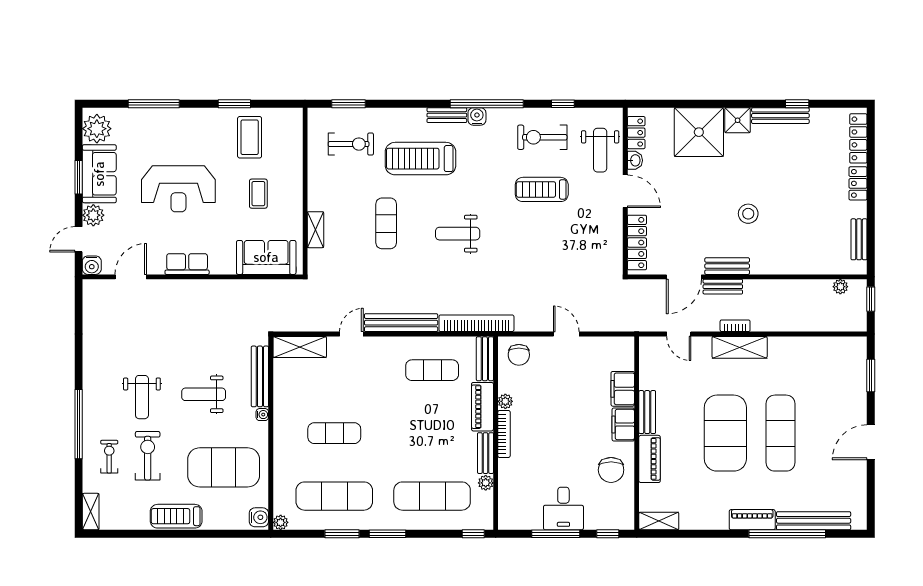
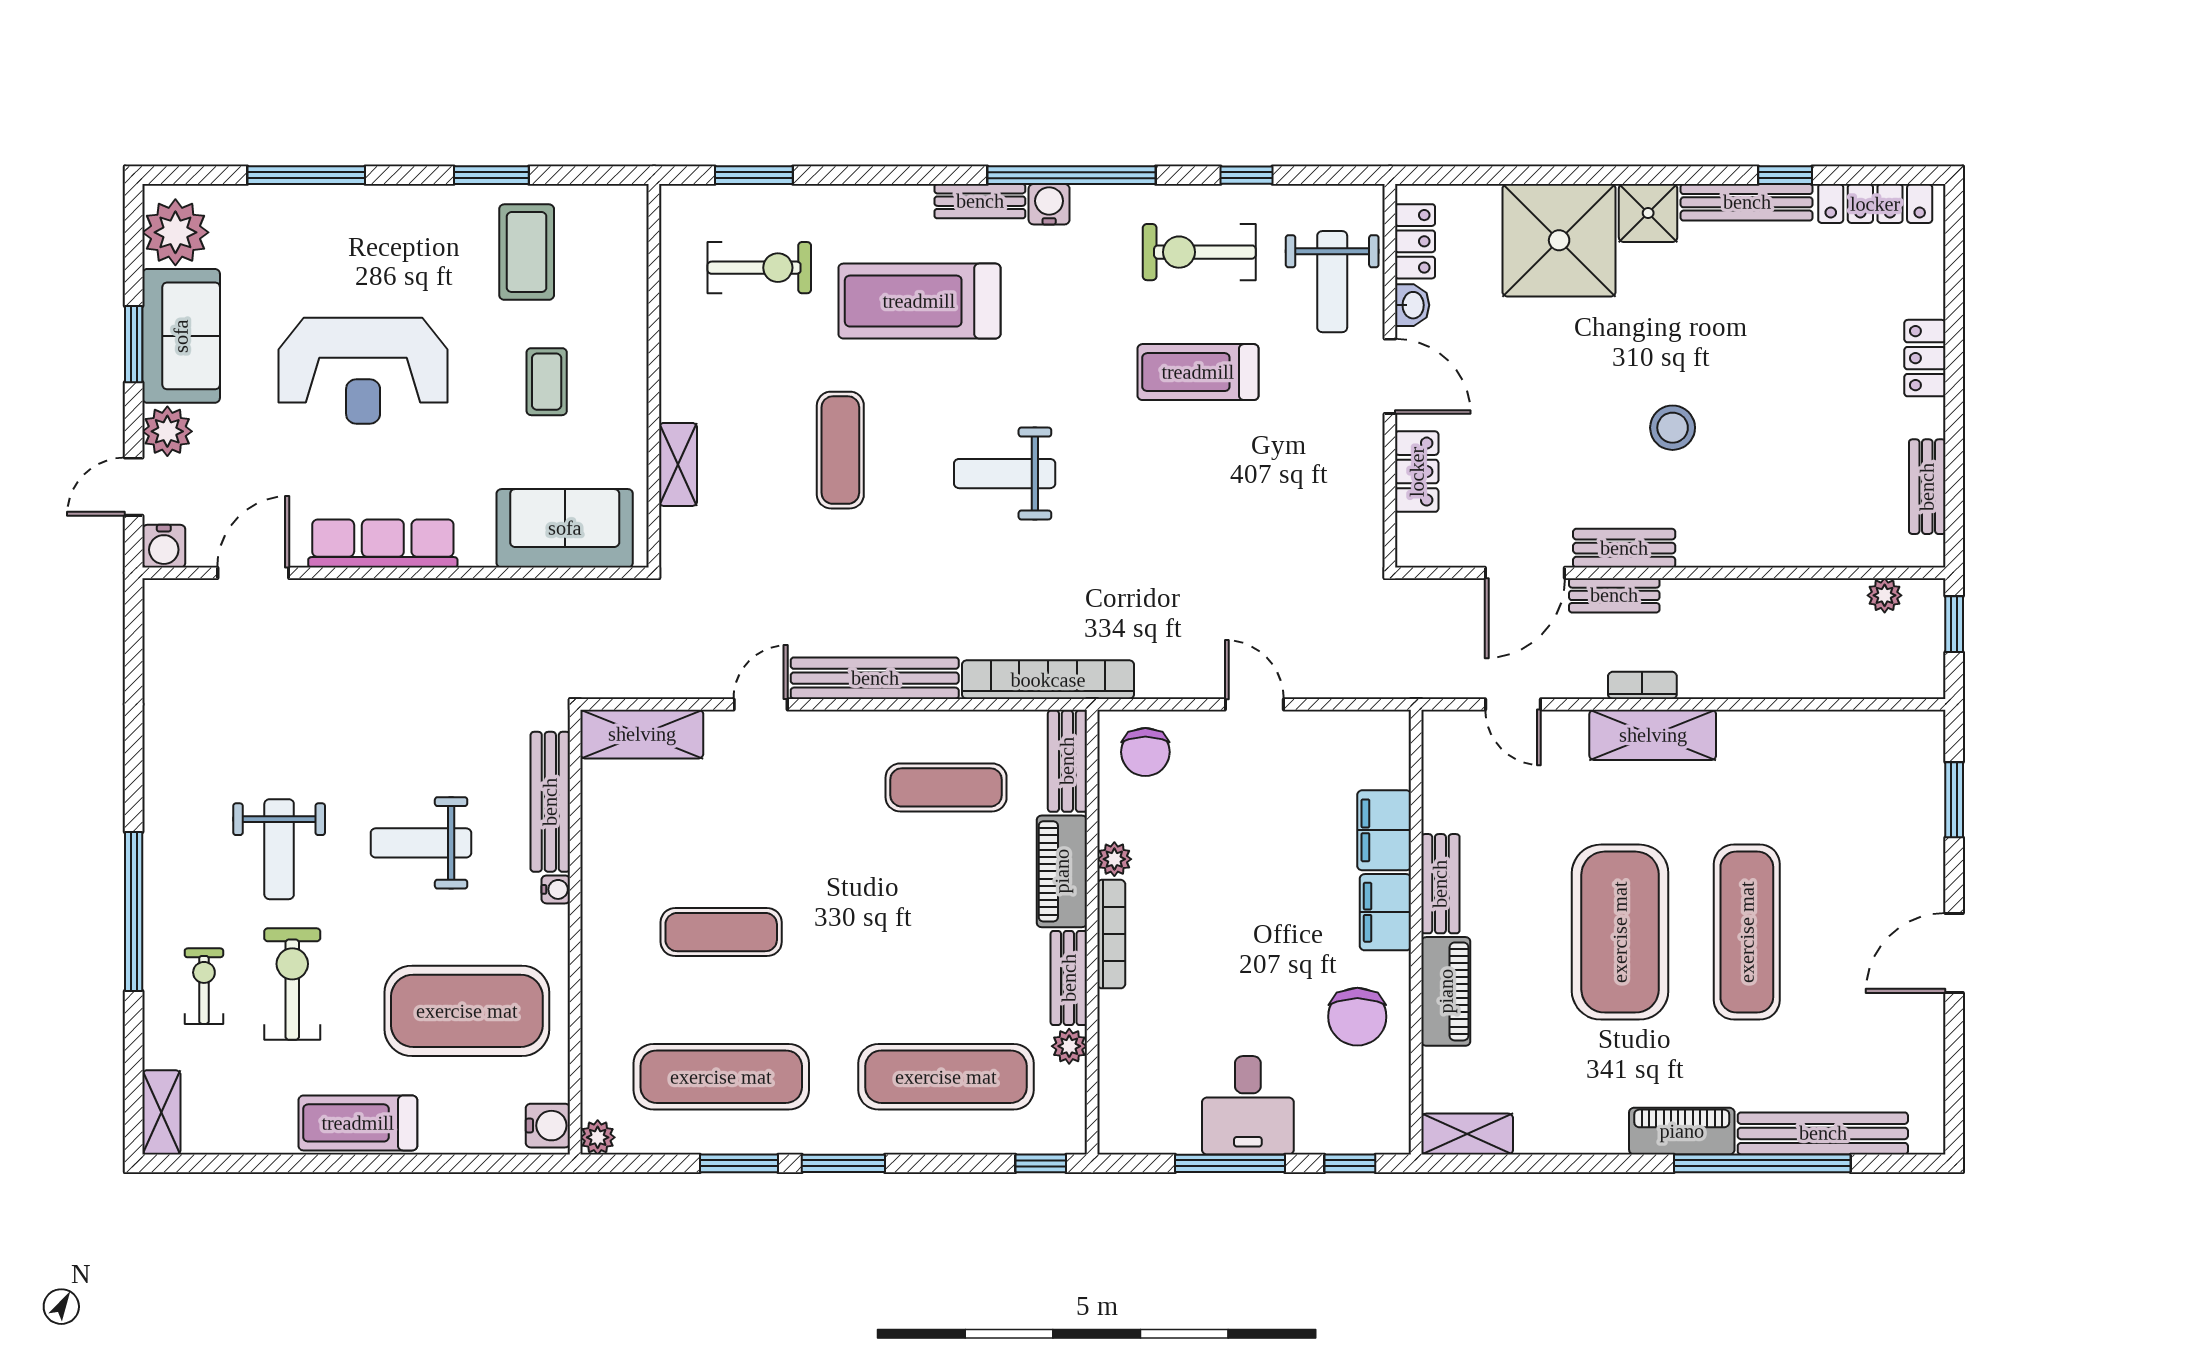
locker: (858, 138) -> (1875, 204), moved, turned -90
locker: (637, 243) -> (1417, 472), width x0.66
row of seats: (187, 264) -> (383, 543), width x1.48

